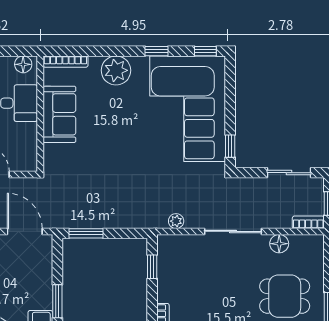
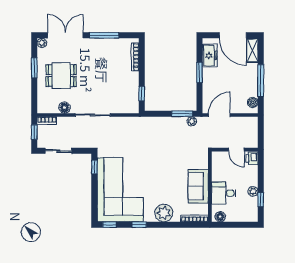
plant: (176, 221) -> (192, 121), moved
door: (25, 231) -> (219, 115), swing flipped

